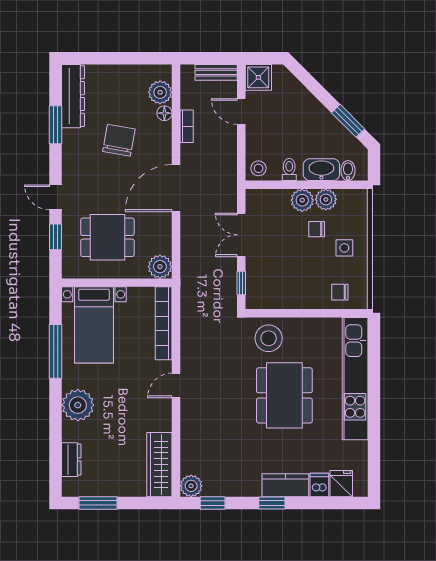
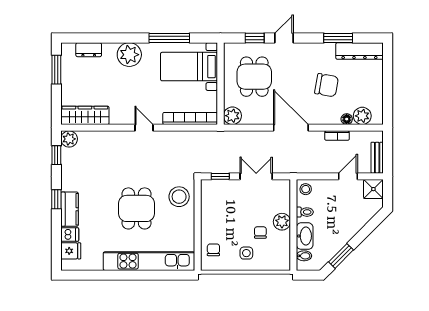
plant: (326, 199) -> (282, 239), removed
dining table: (284, 395) -> (136, 208), width x0.73

